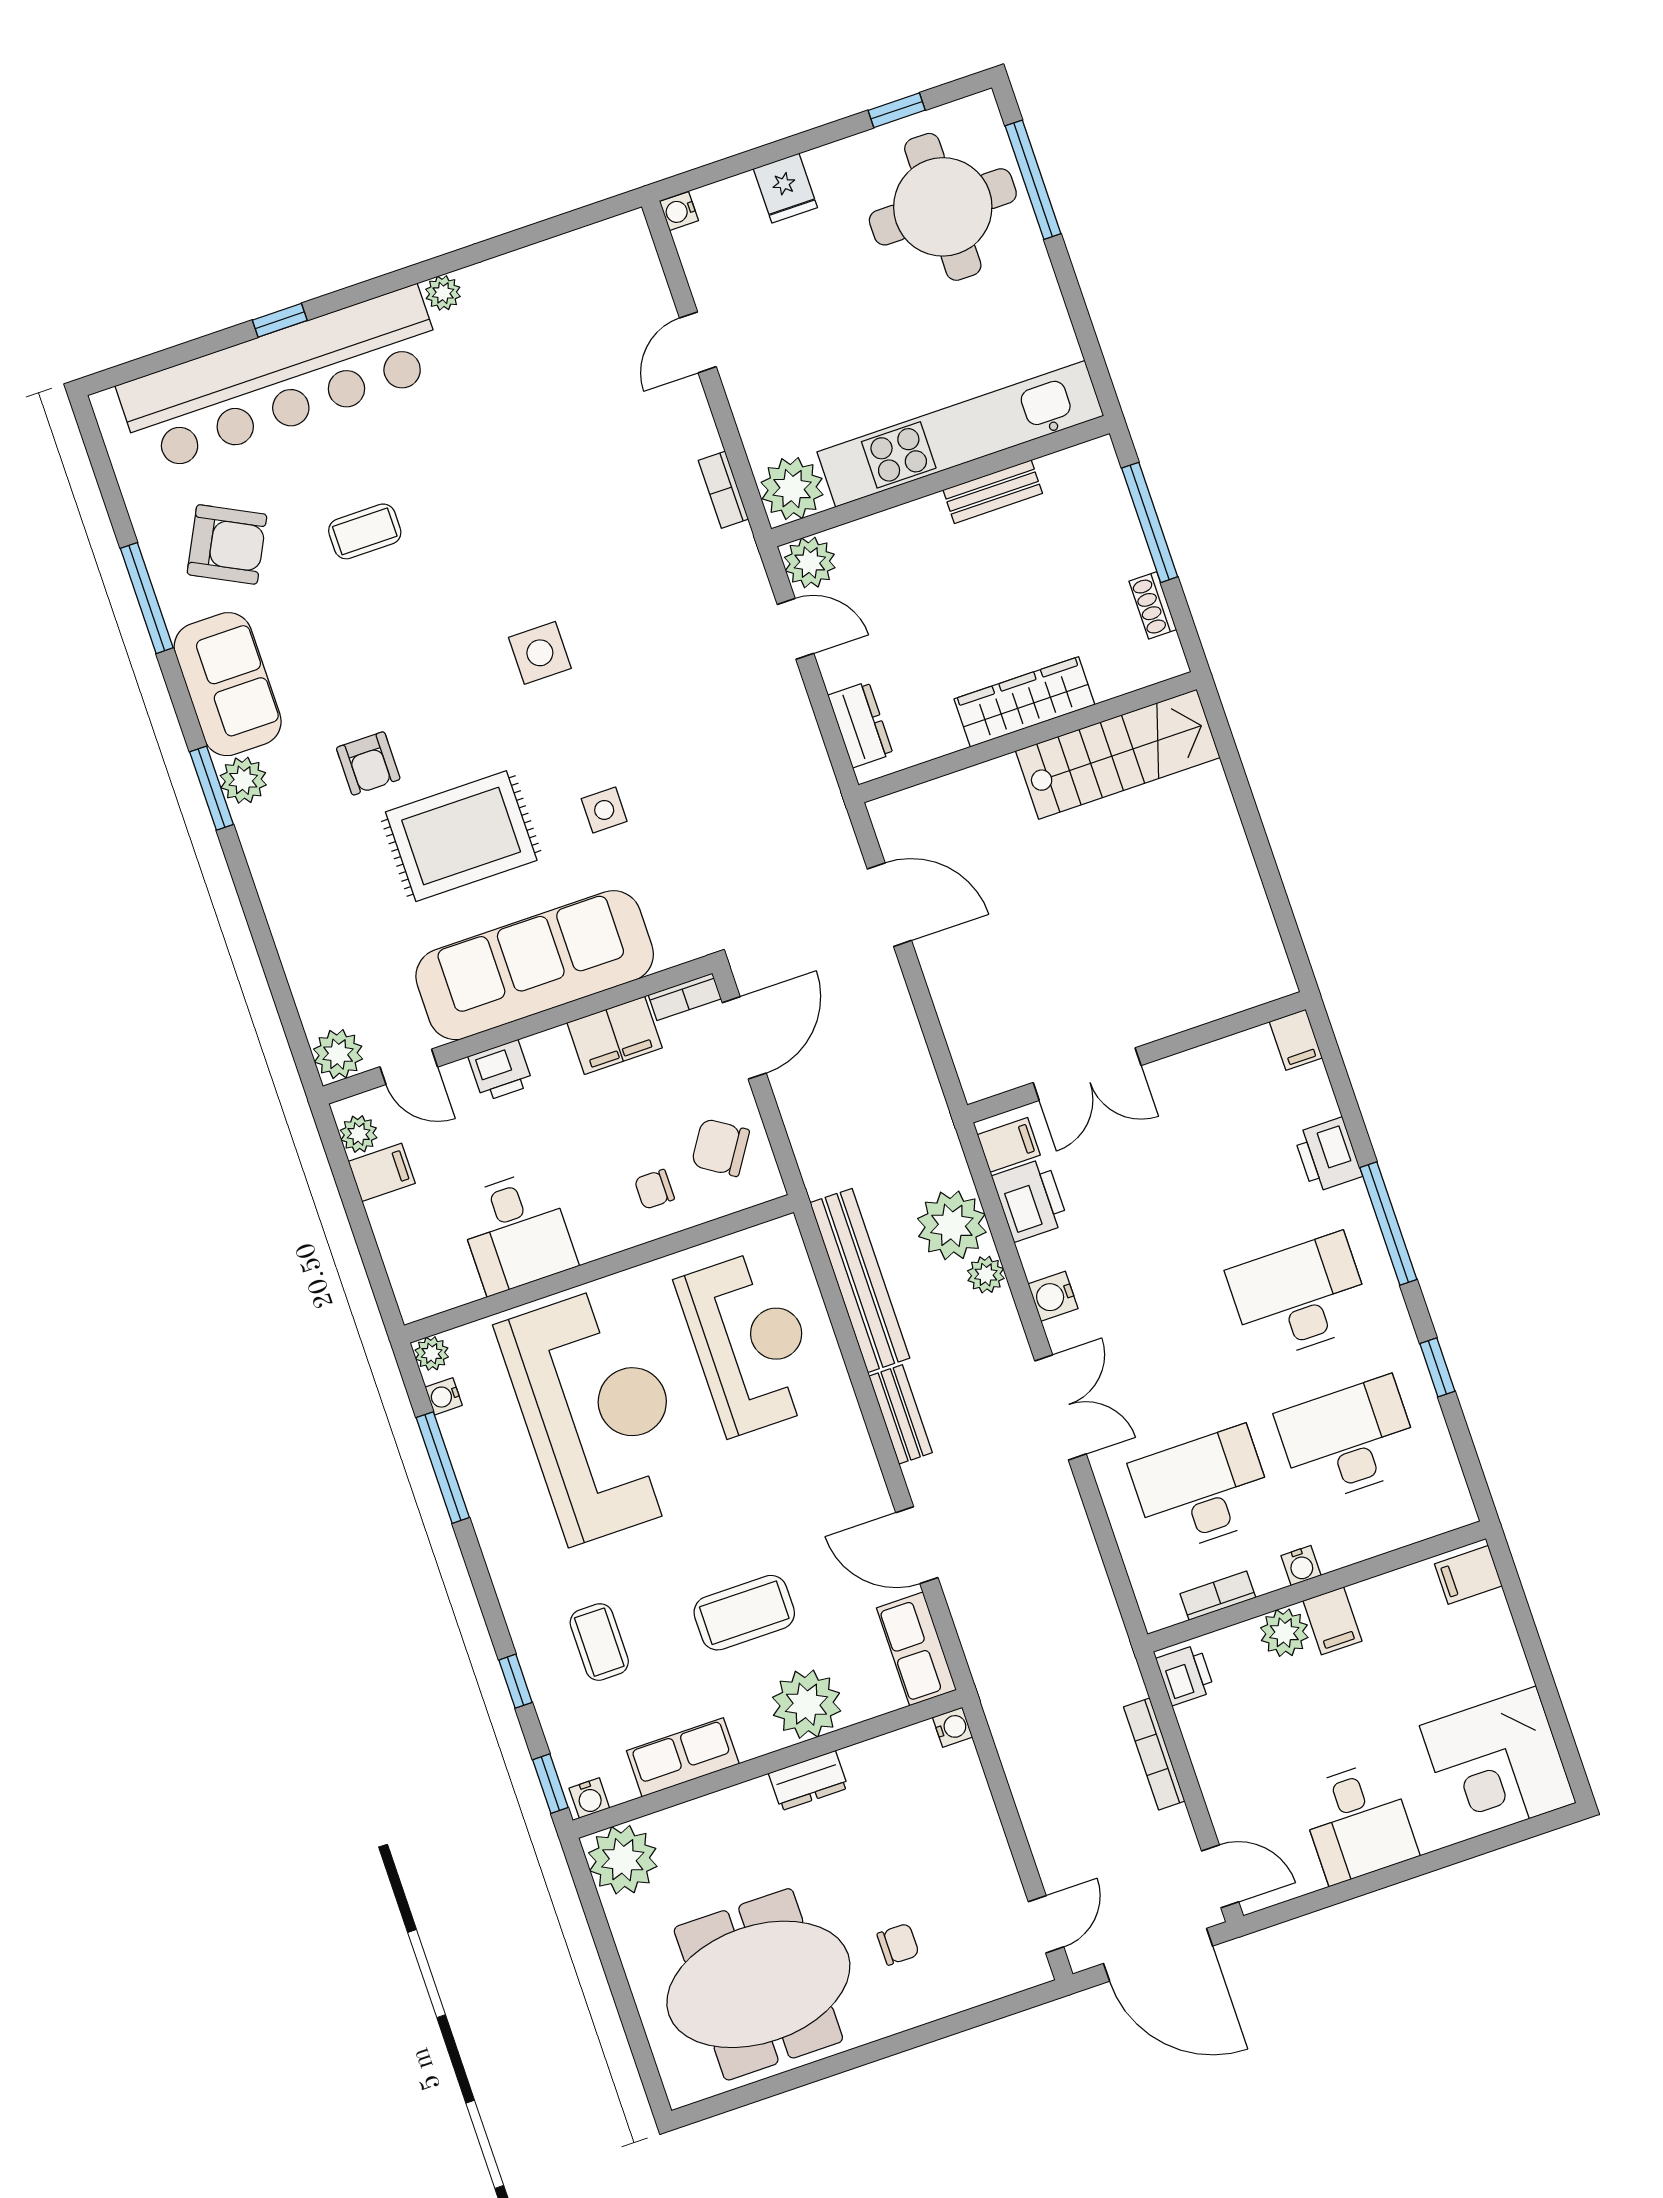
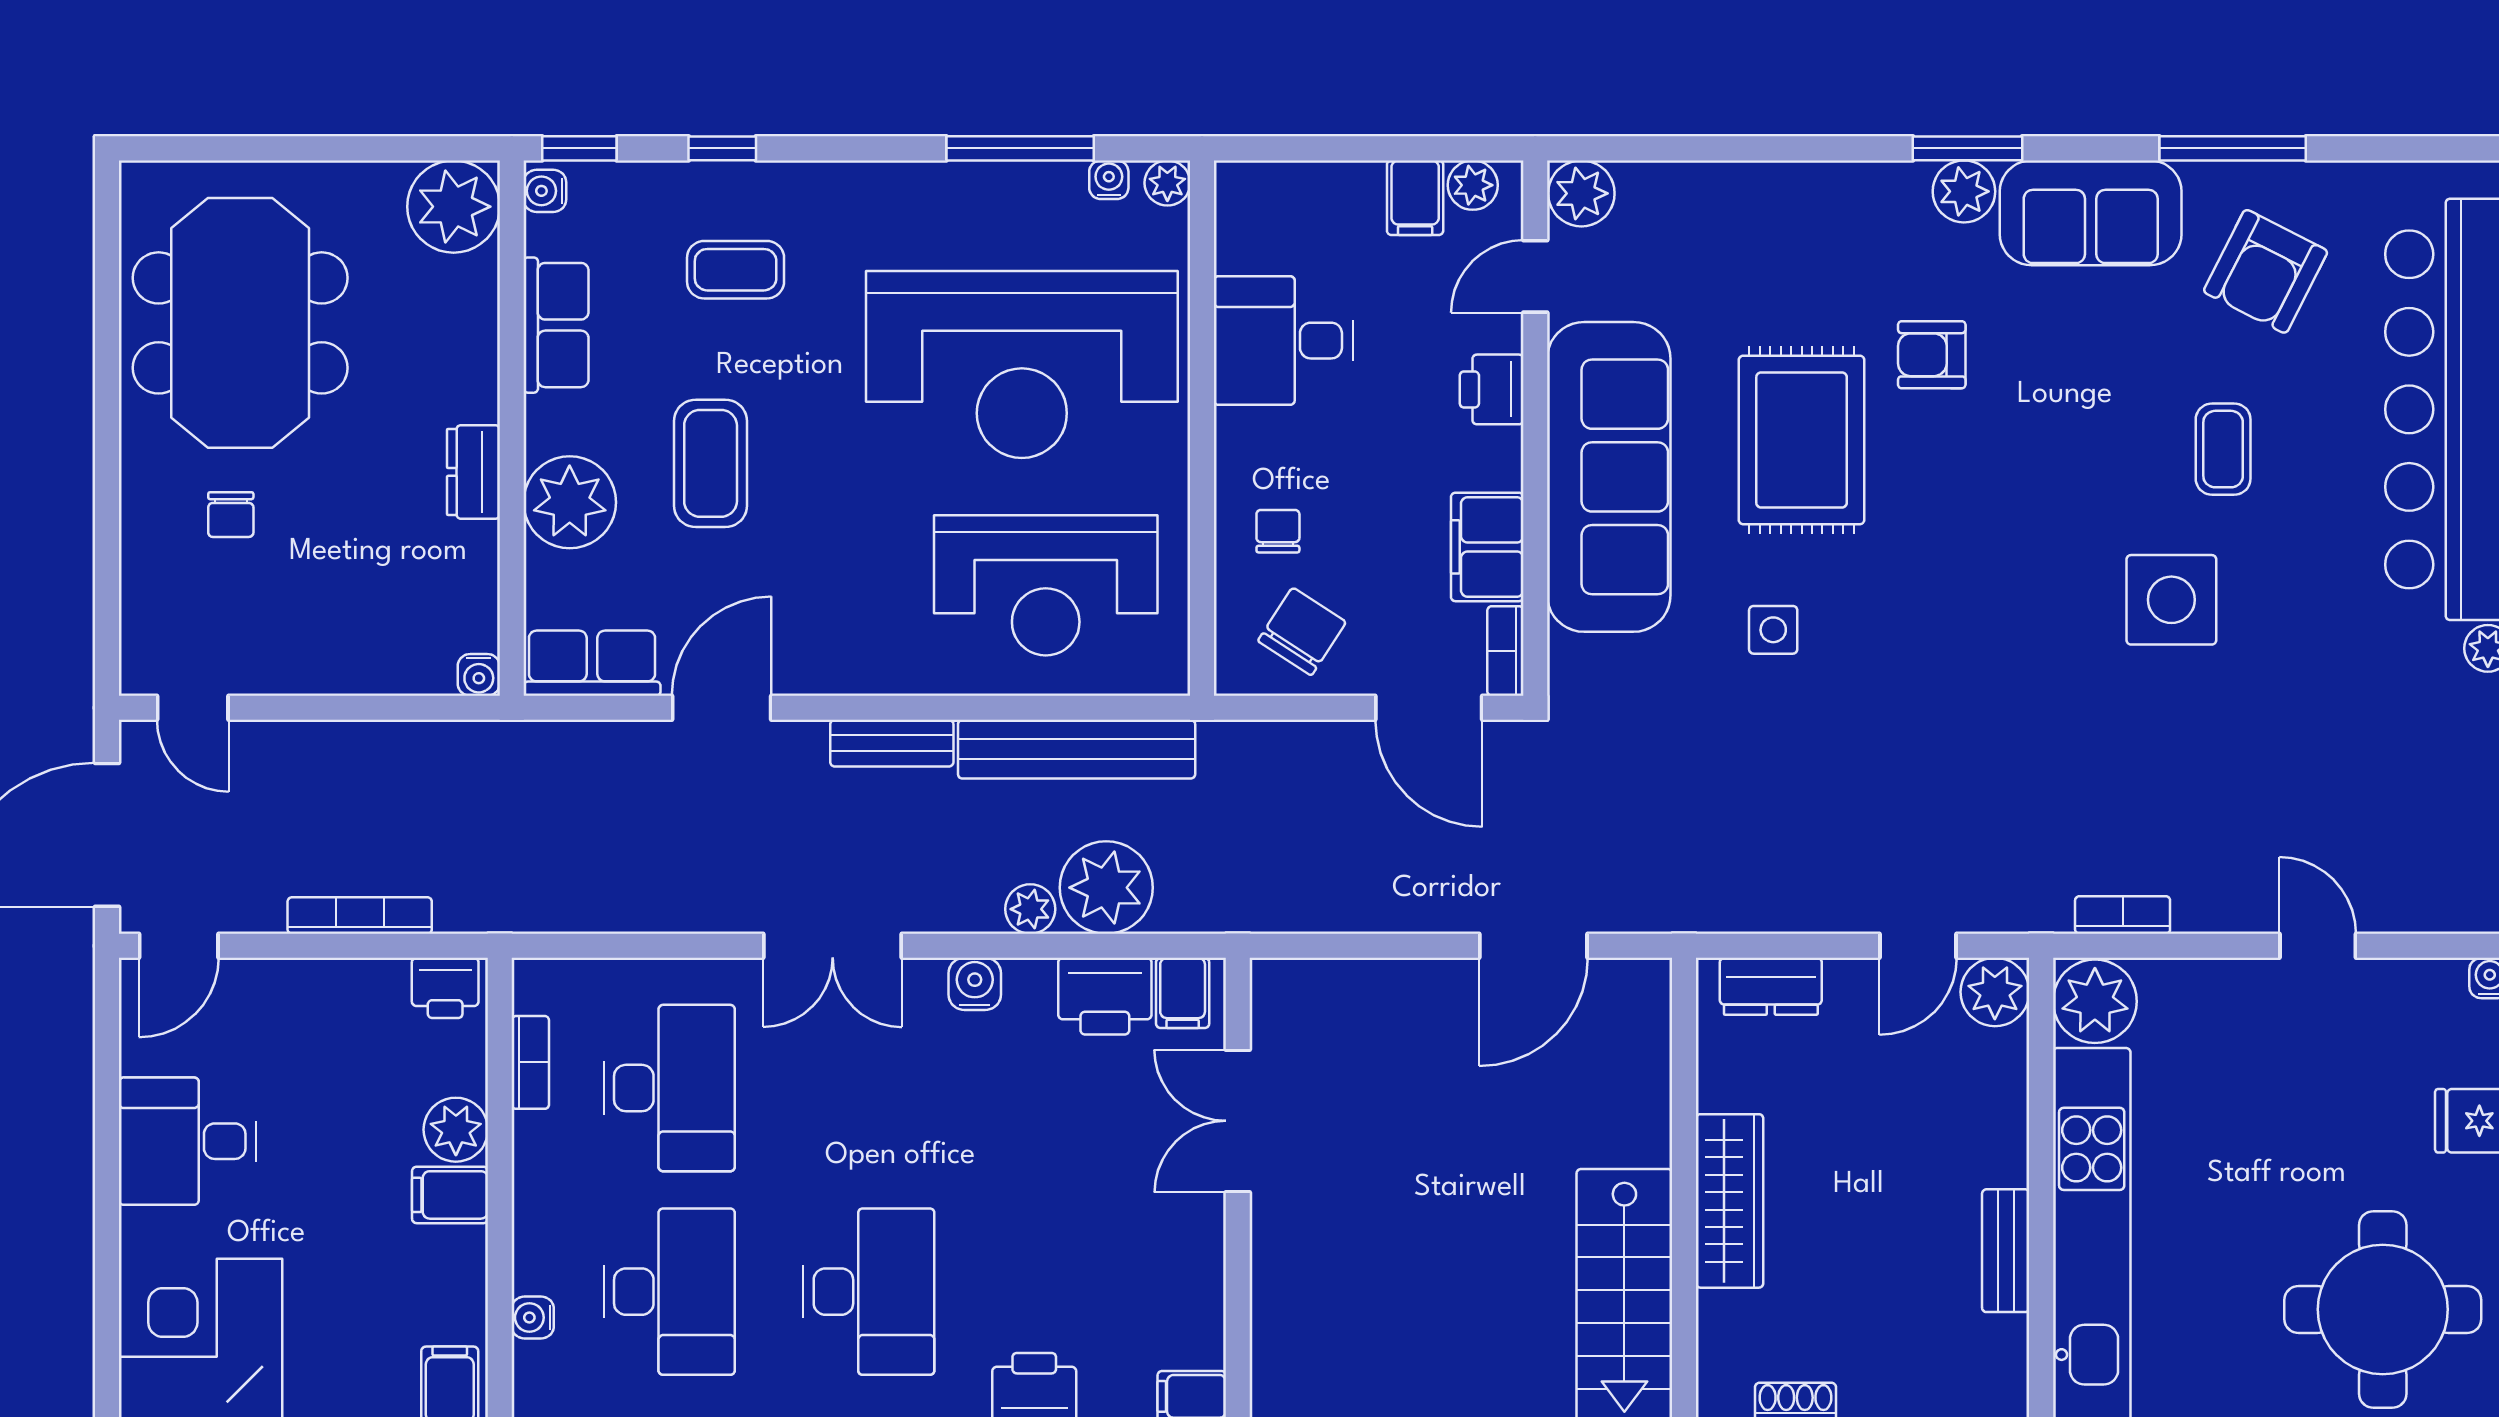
side table: (540, 653) -> (2171, 600), moved, width x1.37, depth x1.37
water cooler: (1301, 1565) -> (533, 1318), moved

